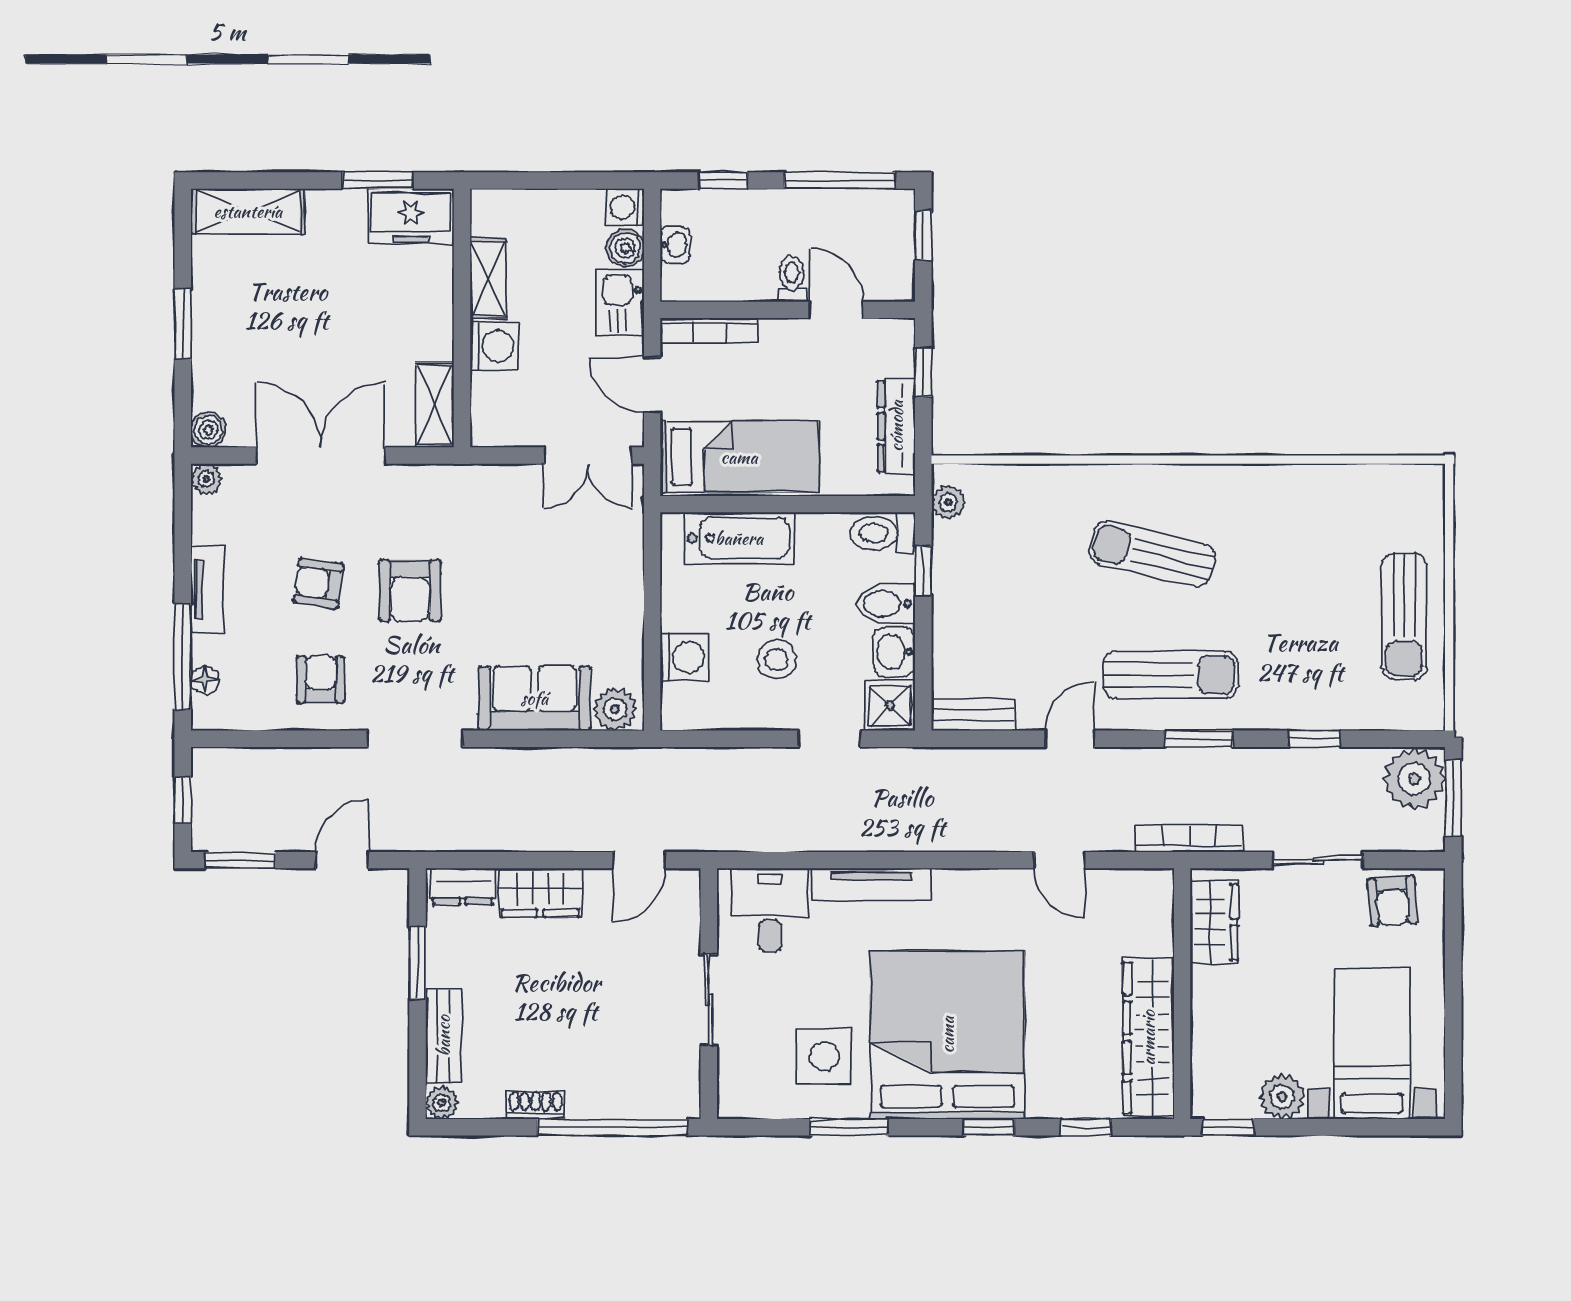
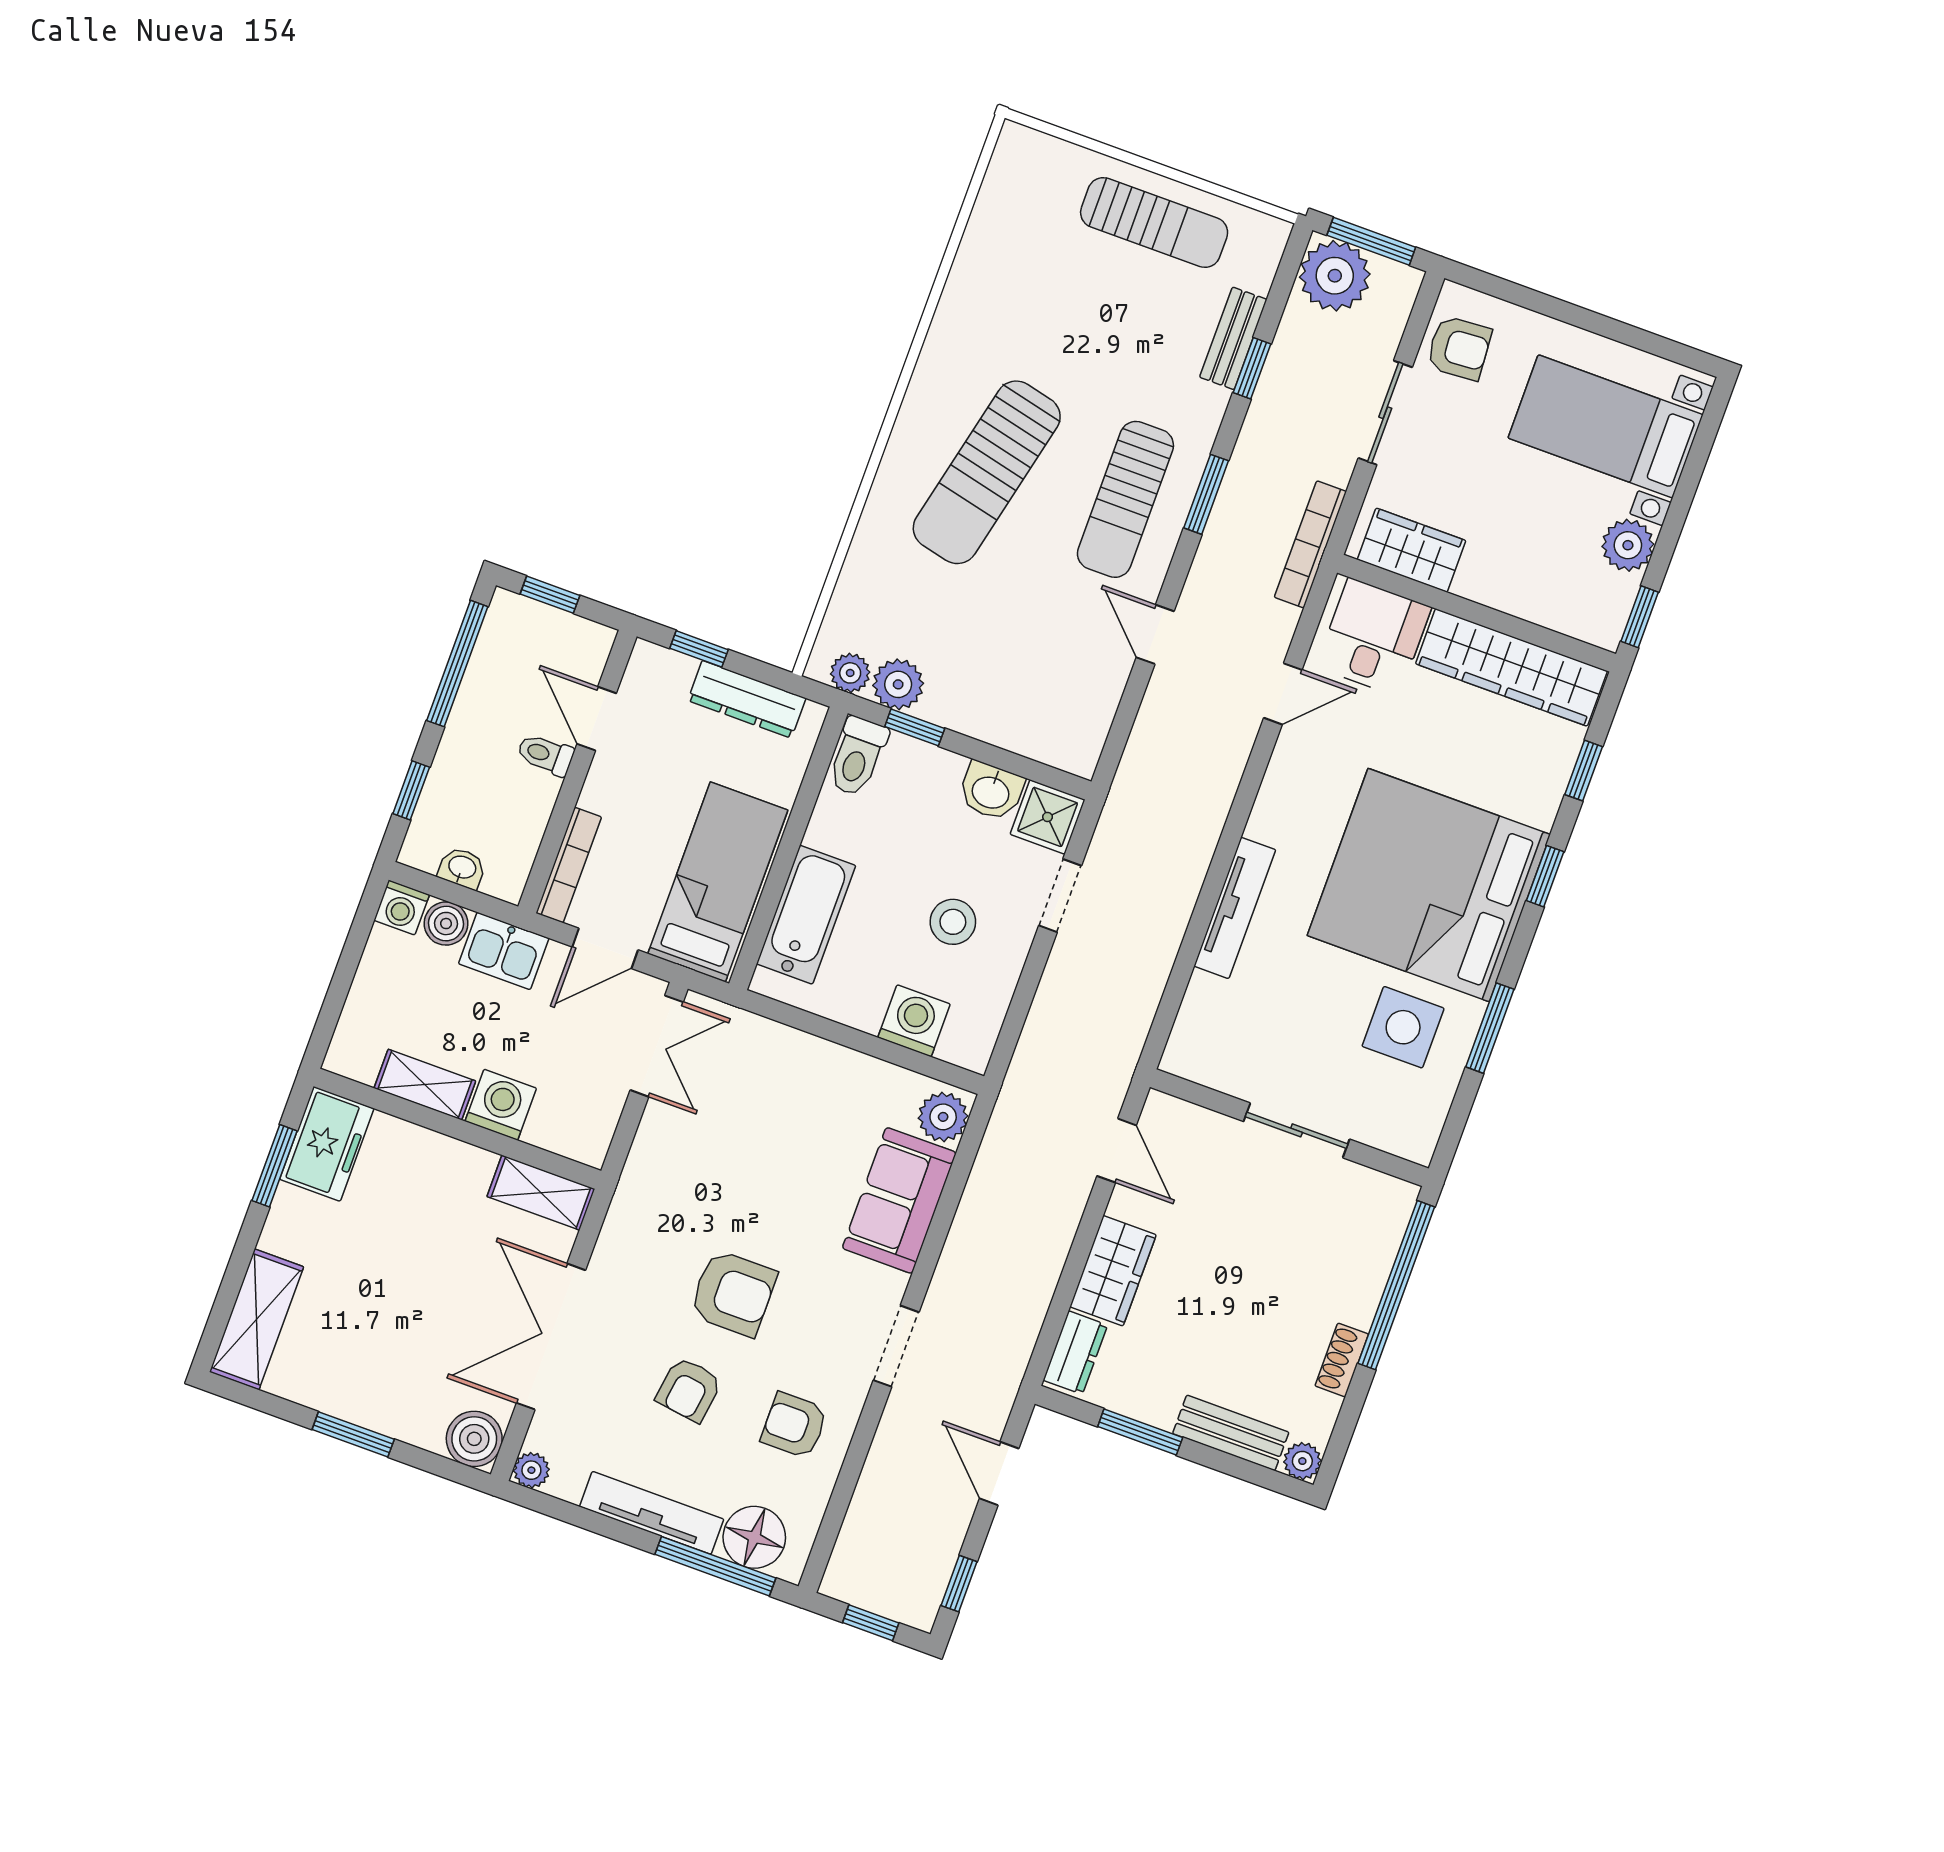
door: (836, 310) -> (597, 719), hinge flipped
boiler: (208, 430) -> (474, 1439), width x1.36, depth x1.36
plant: (953, 545) -> (898, 684), added
sun lounger: (1152, 554) -> (987, 472), width x1.36, depth x1.34
tv unit: (207, 589) -> (652, 1513), width x1.41
bidet: (886, 603) -> (935, 781), removed
sun lounger: (1171, 675) -> (1125, 499), turned 180
floor lamp: (205, 680) -> (754, 1537), width x1.89, depth x1.89
bench: (973, 715) -> (1233, 338), moved
doorway: (415, 739) -> (896, 1346), width x0.73
window: (241, 860) -> (959, 1584), width x0.67
desk: (770, 910) -> (1374, 637), moved, turned 90

